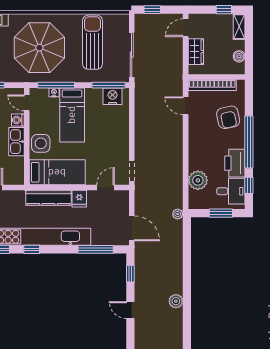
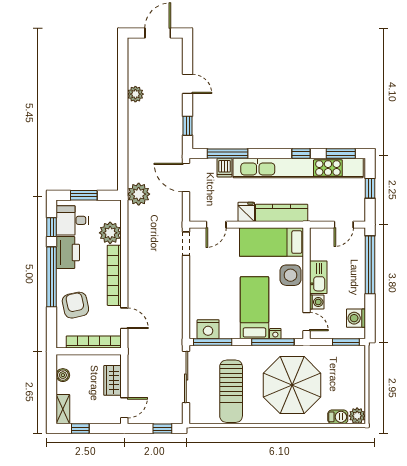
bookcase: (194, 143) -> (114, 275), added
plant: (178, 214) -> (139, 194), width x1.87, depth x1.87
dishwasher: (98, 237) -> (225, 168), added

